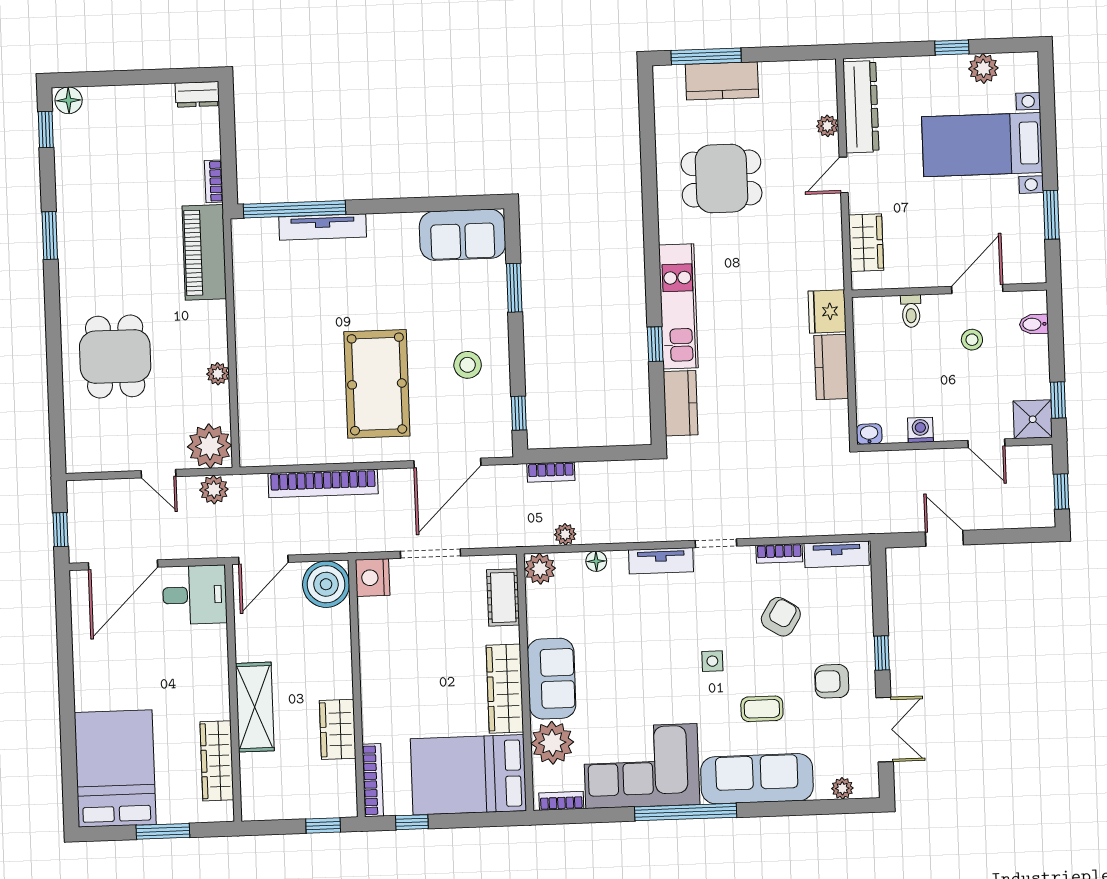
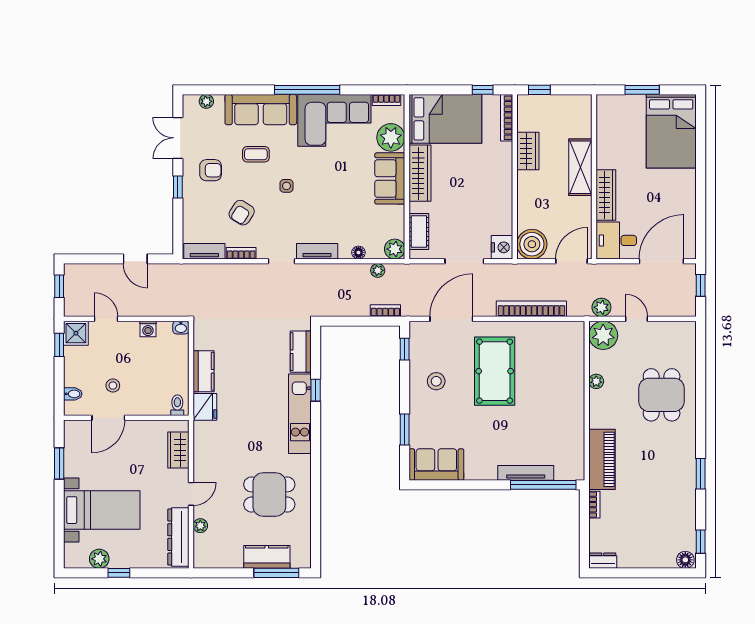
toilet: (911, 311) -> (177, 405), moved
wardrobe: (217, 761) -> (606, 195), moved

